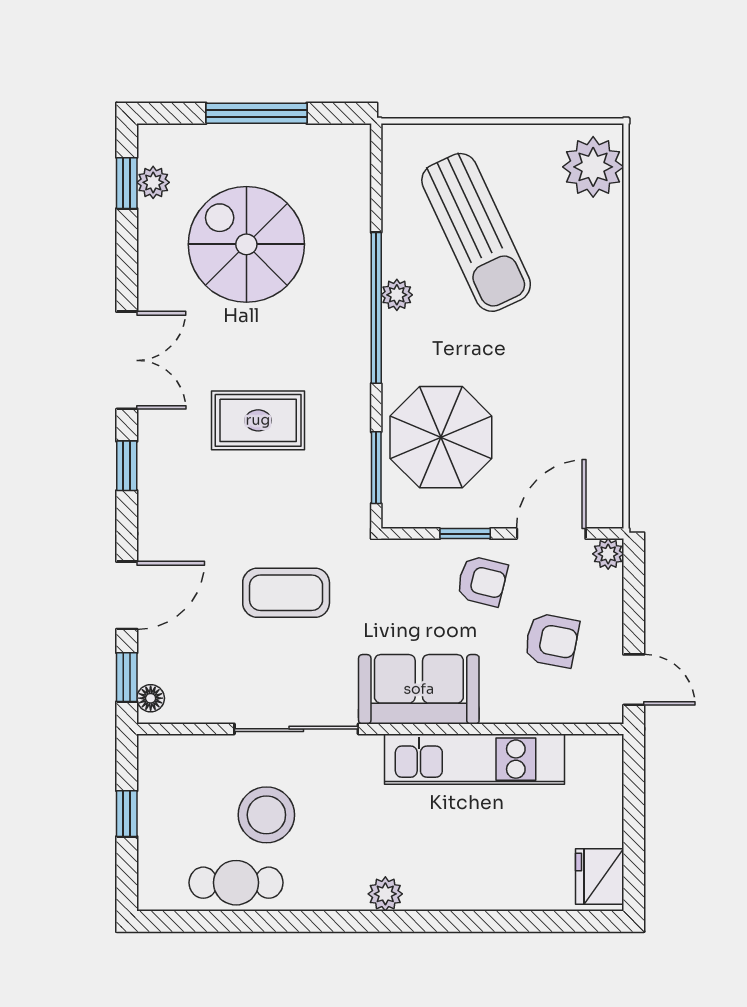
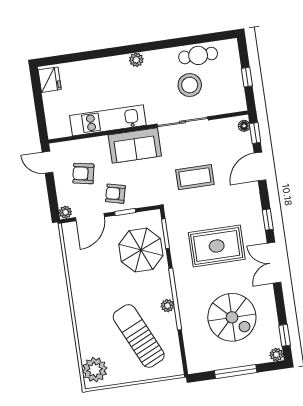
plant: (153, 182) -> (276, 355), moved
rug: (258, 420) -> (217, 246), width x1.36, depth x1.43

